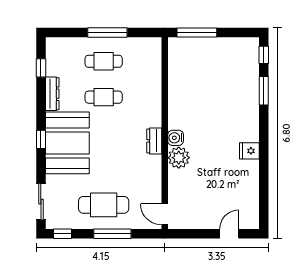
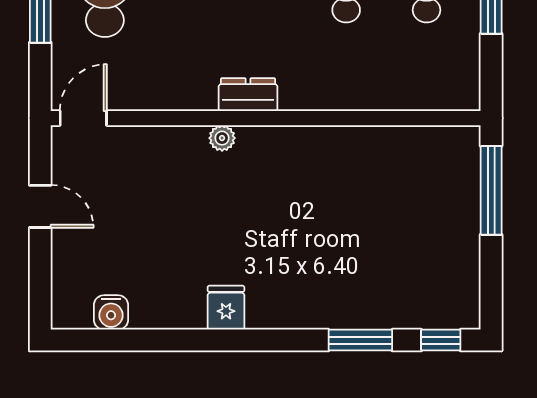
water cooler: (176, 138) -> (111, 312), moved, turned 180
plant: (179, 158) -> (222, 138), width x0.53, depth x0.53
door: (229, 234) -> (40, 206), moved

